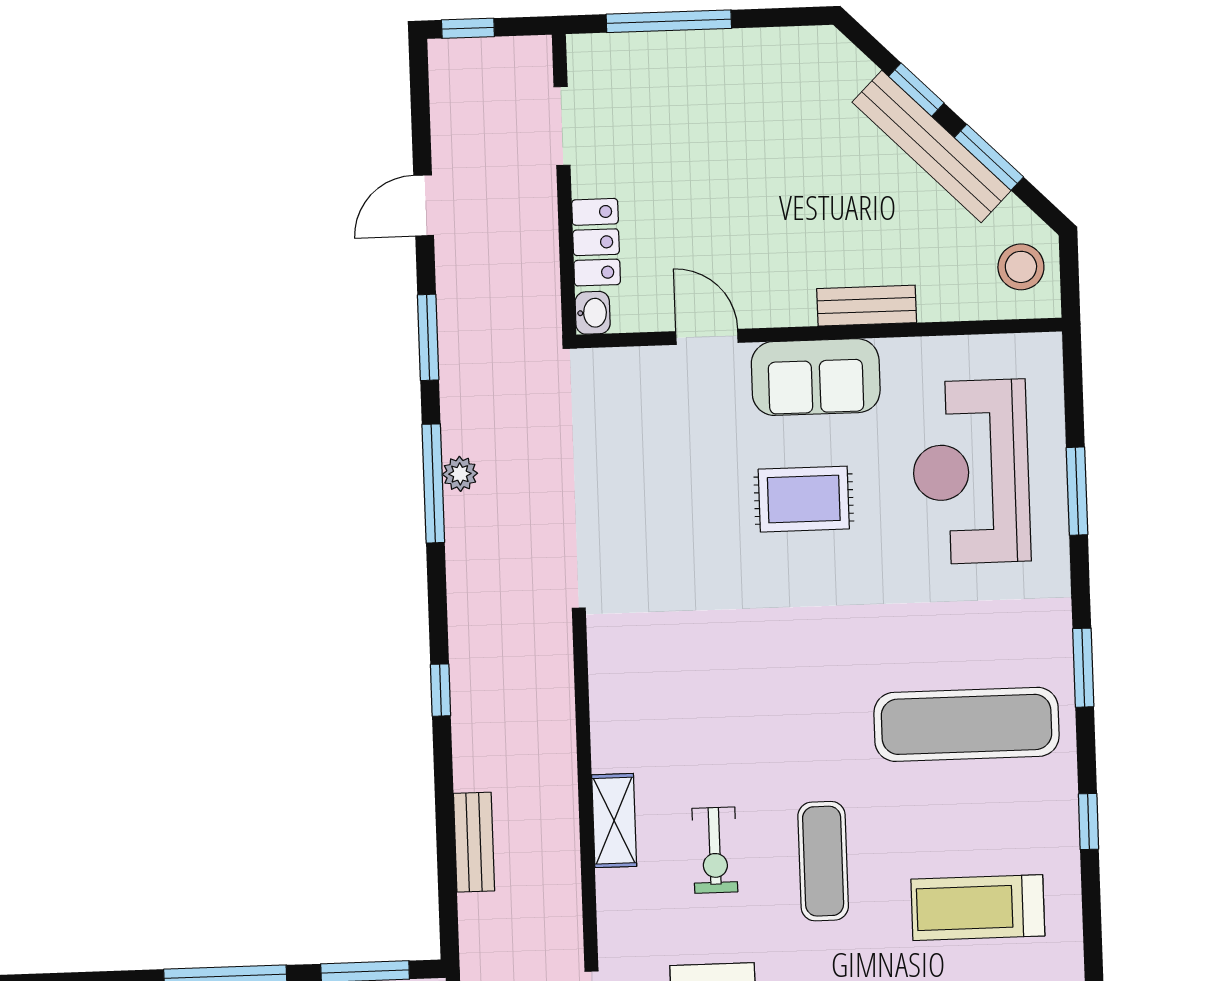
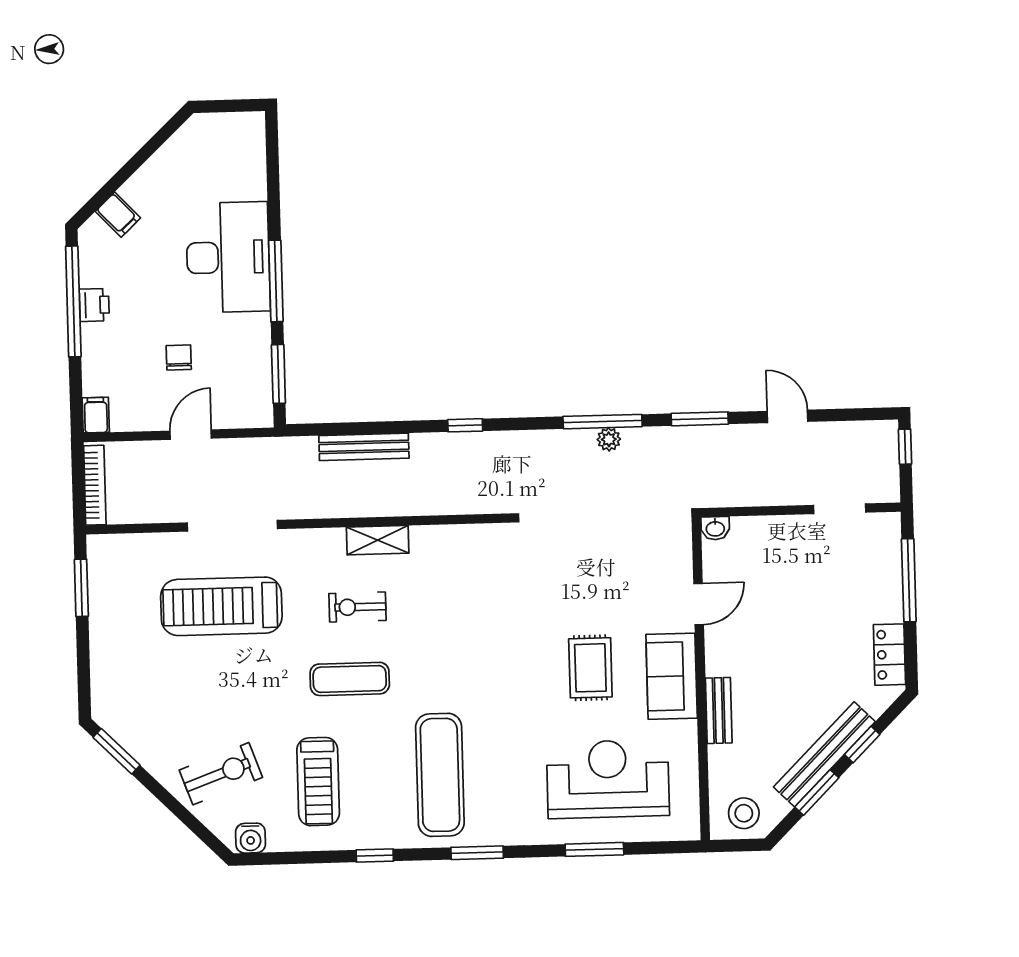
locker: (596, 242) -> (889, 655), moved, turned 90
bench: (474, 842) -> (364, 447), width x1.36
treadmill: (978, 908) -> (318, 782), turned 180

